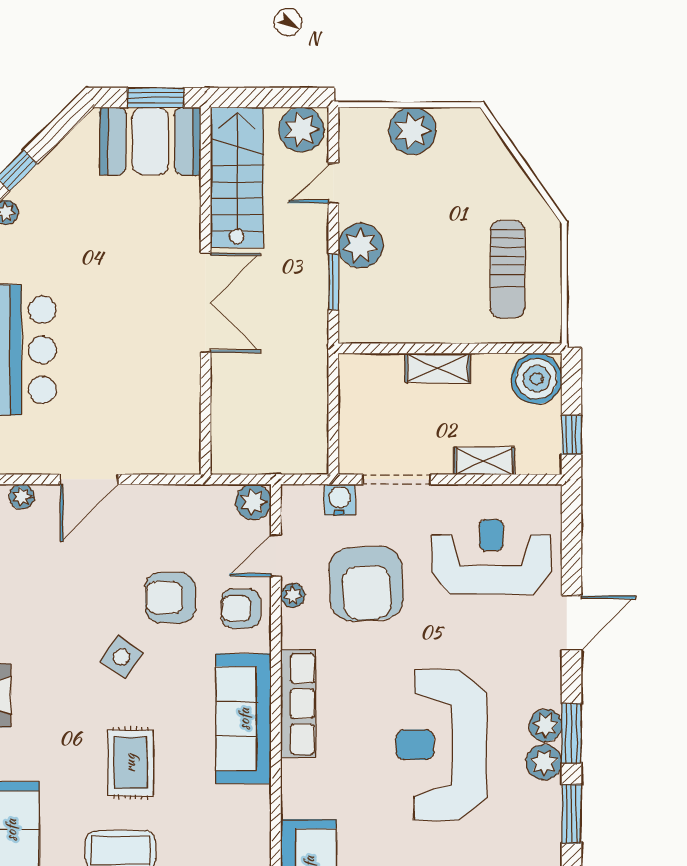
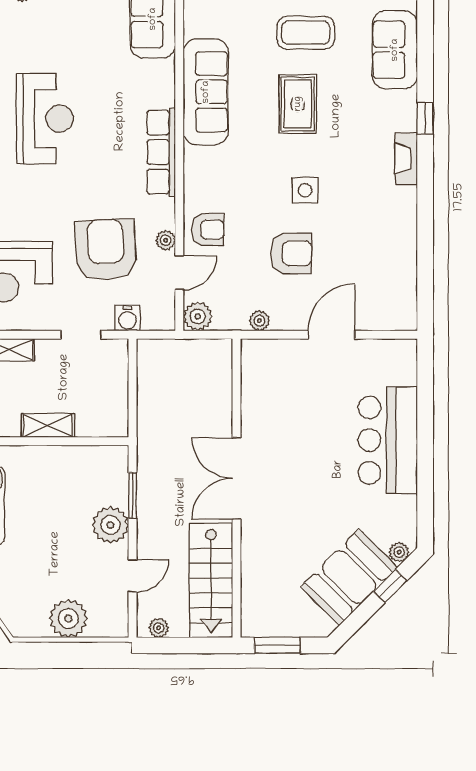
plant: (301, 130) -> (159, 628), width x0.53, depth x0.53
booth: (150, 141) -> (349, 577), moved, turned -45
doorway: (397, 479) -> (81, 335), width x0.73
plant: (22, 497) -> (259, 321), moved
armchair: (170, 598) -> (291, 253), moved
side table: (122, 657) -> (305, 190), turned -35
sofa: (244, 719) -> (206, 92), moved
reception desk: (441, 745) -> (45, 119), width x0.74, depth x0.77

